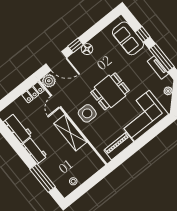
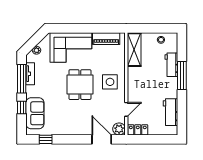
window: (75, 45) -> (46, 139), moved
floor lamp: (87, 49) -> (72, 130), removed
dining table: (110, 91) -> (80, 85), turned 90
shelving: (70, 133) -> (134, 50), moved
workbench: (35, 151) -> (171, 65), moved
window: (43, 178) -> (182, 75), moved

